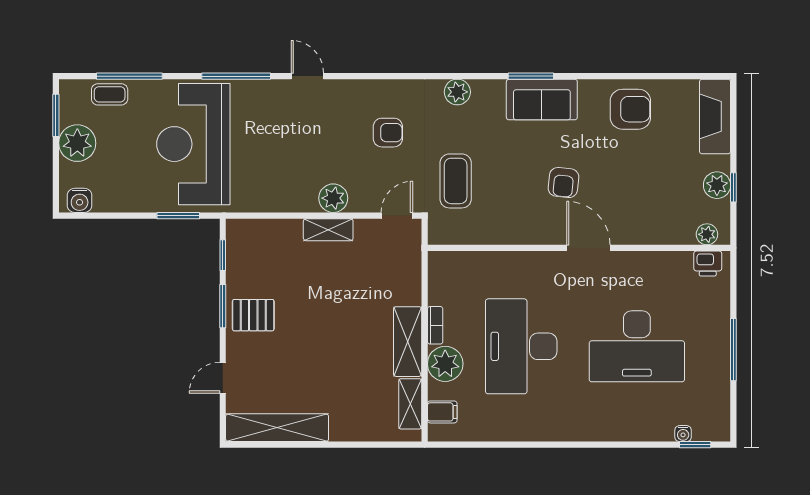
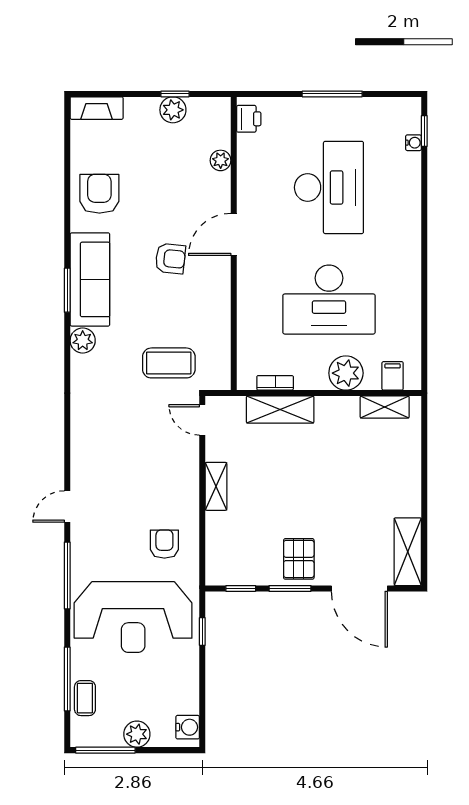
plant: (457, 92) -> (83, 341), moved
sofa: (542, 99) -> (90, 279), width x1.36
window: (56, 115) -> (105, 750), width x1.44
fireplace: (715, 116) -> (97, 108), width x0.73, depth x0.76
armchair: (388, 133) -> (164, 544), moved
plant: (77, 143) -> (137, 734), width x0.73, depth x0.73
plant: (333, 198) -> (186, 481), removed
window: (178, 216) -> (202, 631), width x0.67
plant: (707, 234) -> (221, 160), moved
bookcase: (435, 325) -> (275, 383), moved
shelving: (408, 342) -> (280, 409), moved
door: (223, 378) -> (359, 588), width x1.88
shelving: (277, 428) -> (408, 552), width x0.68

